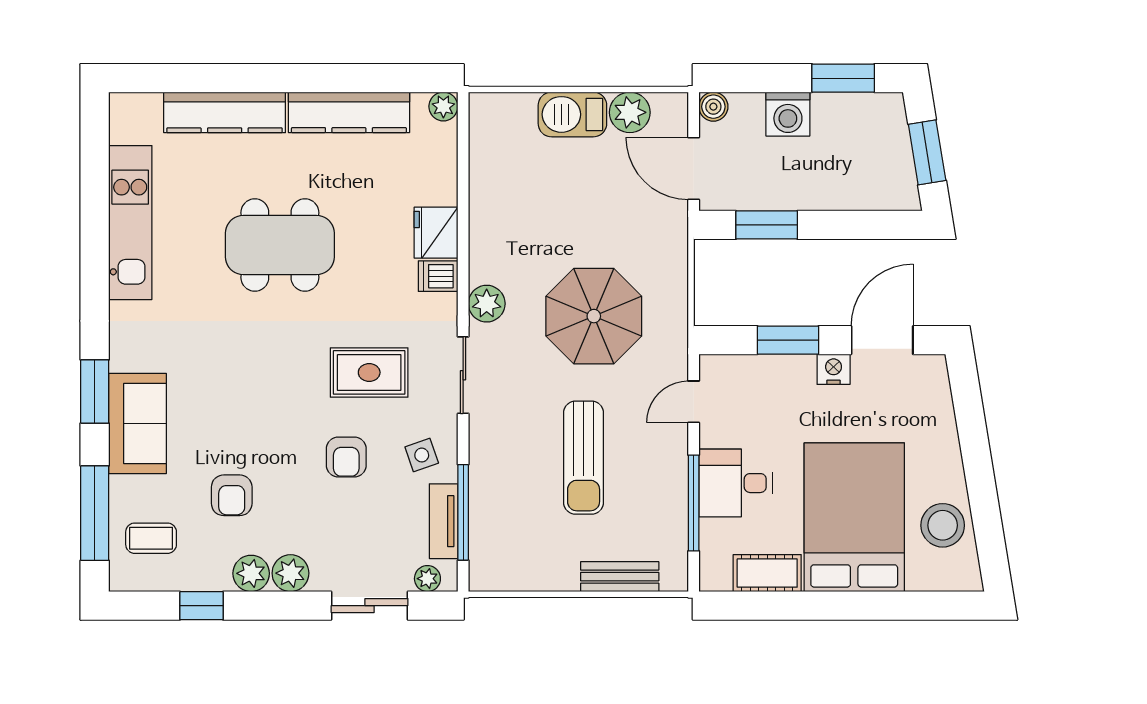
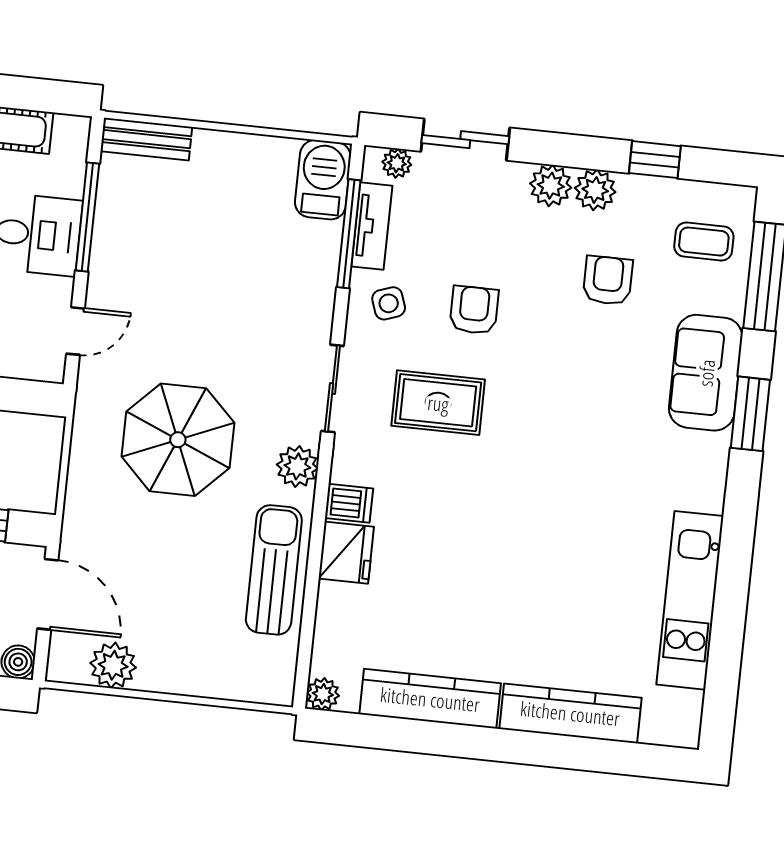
barbecue: (572, 114) -> (323, 180), moved, turned -90
dining table: (280, 245) -> (524, 557), removed
sun lounger: (584, 458) -> (274, 570), moved
bench: (620, 577) -> (146, 139), moved

